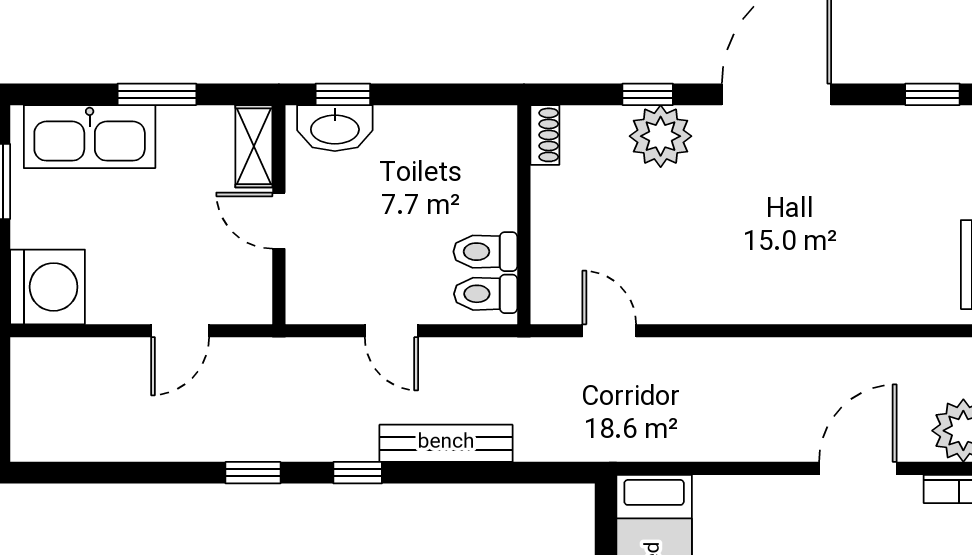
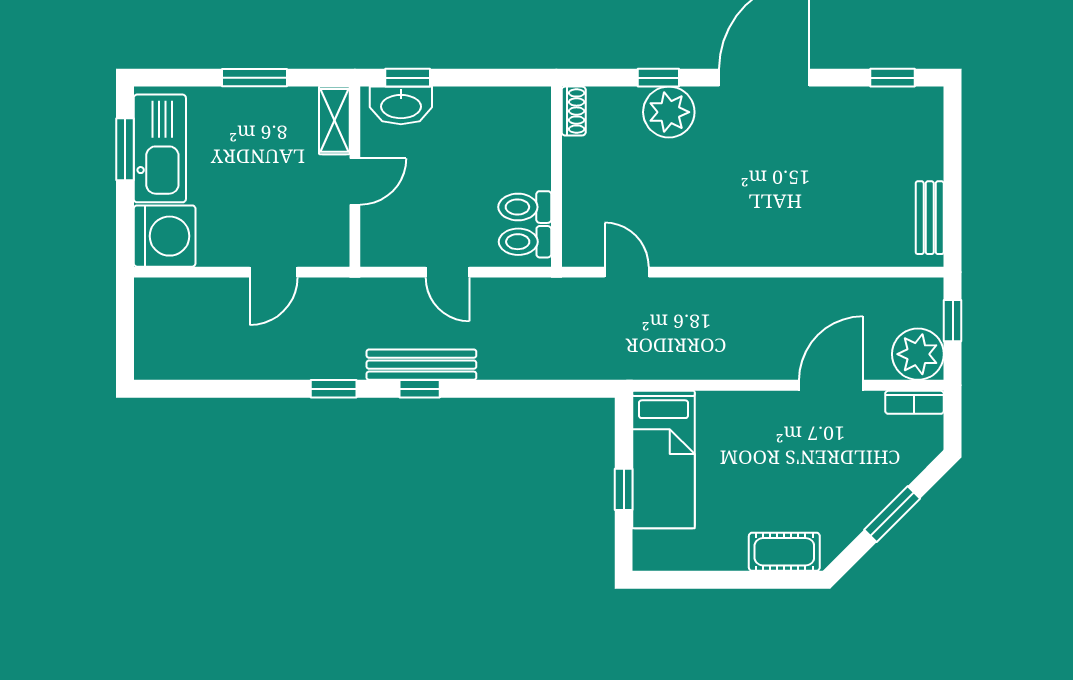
kitchen sink: (90, 137) -> (160, 148), moved, turned -90
door: (279, 221) -> (355, 181), swing flipped
bench: (446, 443) -> (421, 365), moved

